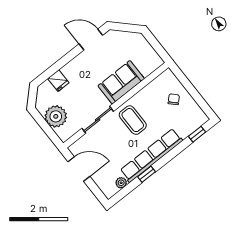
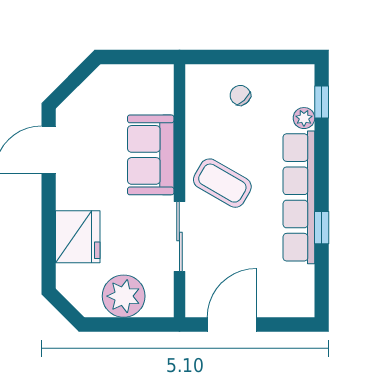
fridge: (58, 81) -> (78, 237), width x1.88, depth x1.34
coffee table: (133, 120) -> (222, 183), turned 30
plant: (121, 183) -> (304, 118), moved

